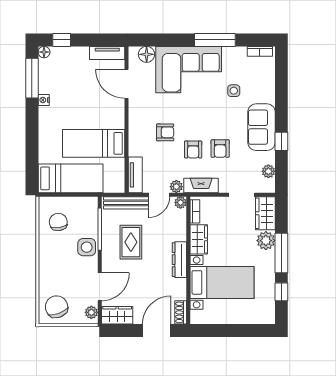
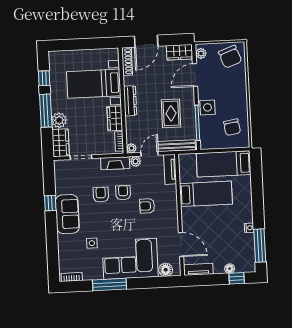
floor lamp: (44, 52) -> (230, 269), moved
plant: (268, 171) -> (60, 178), removed
shoe rack: (181, 312) -> (127, 61), width x1.43

